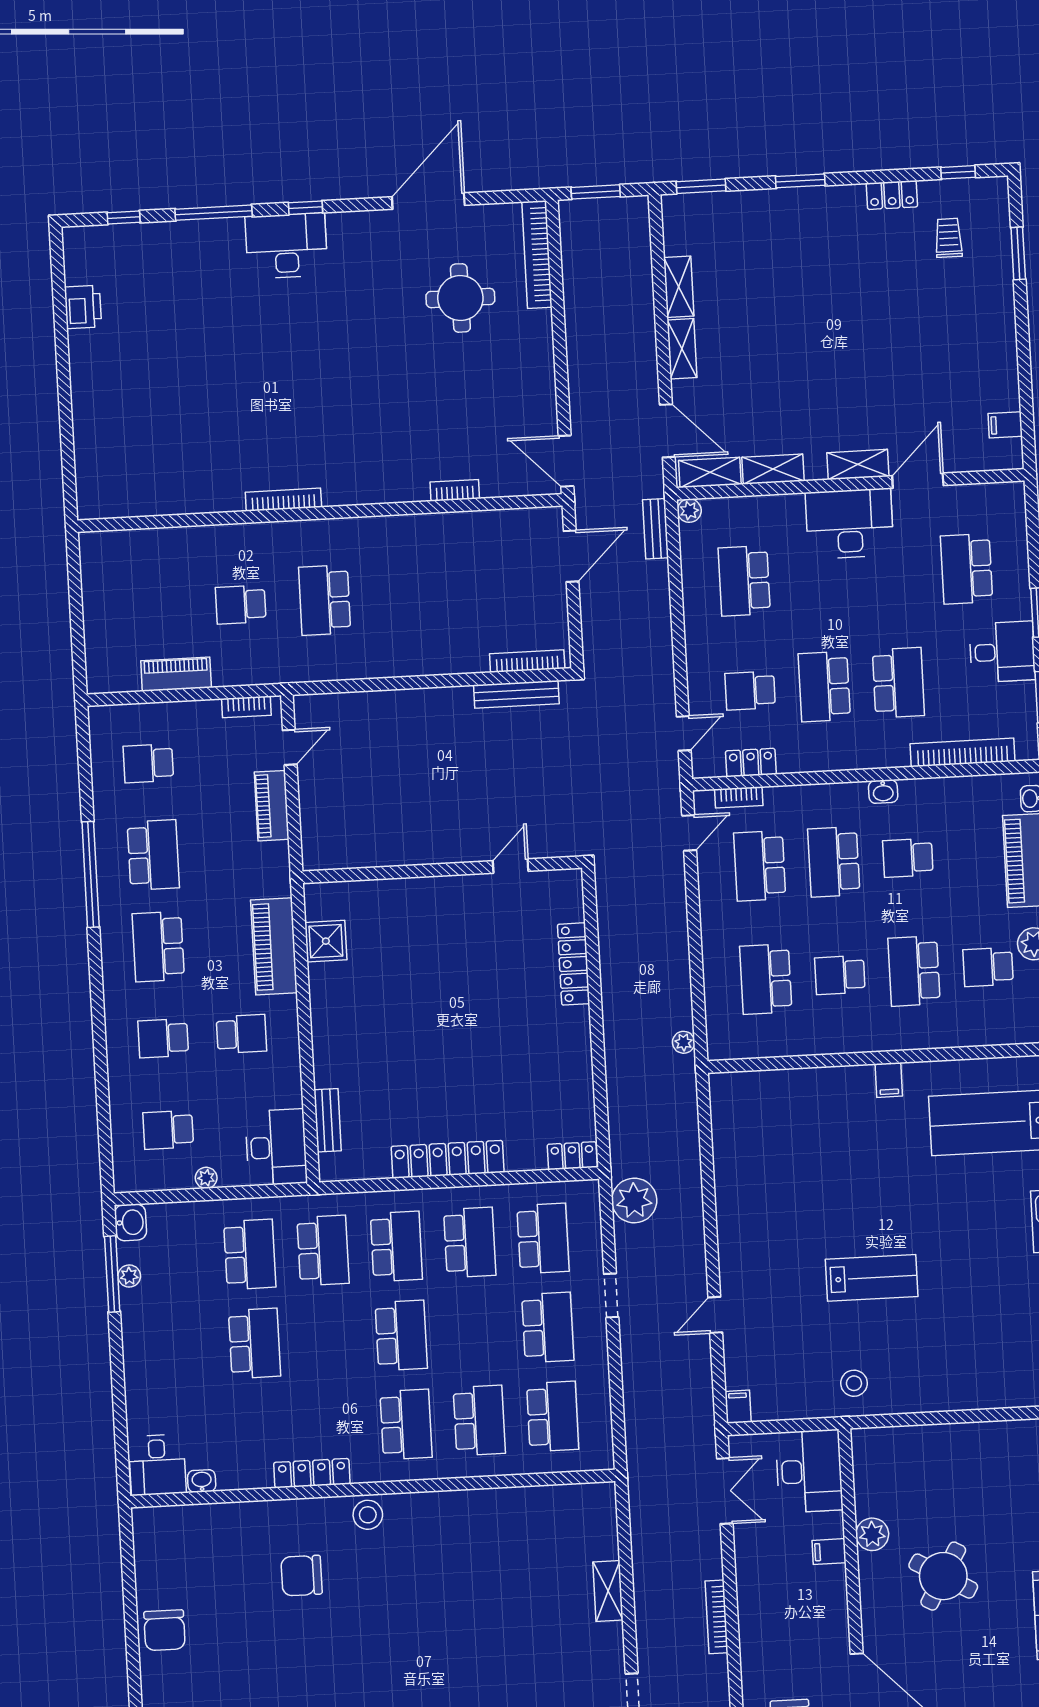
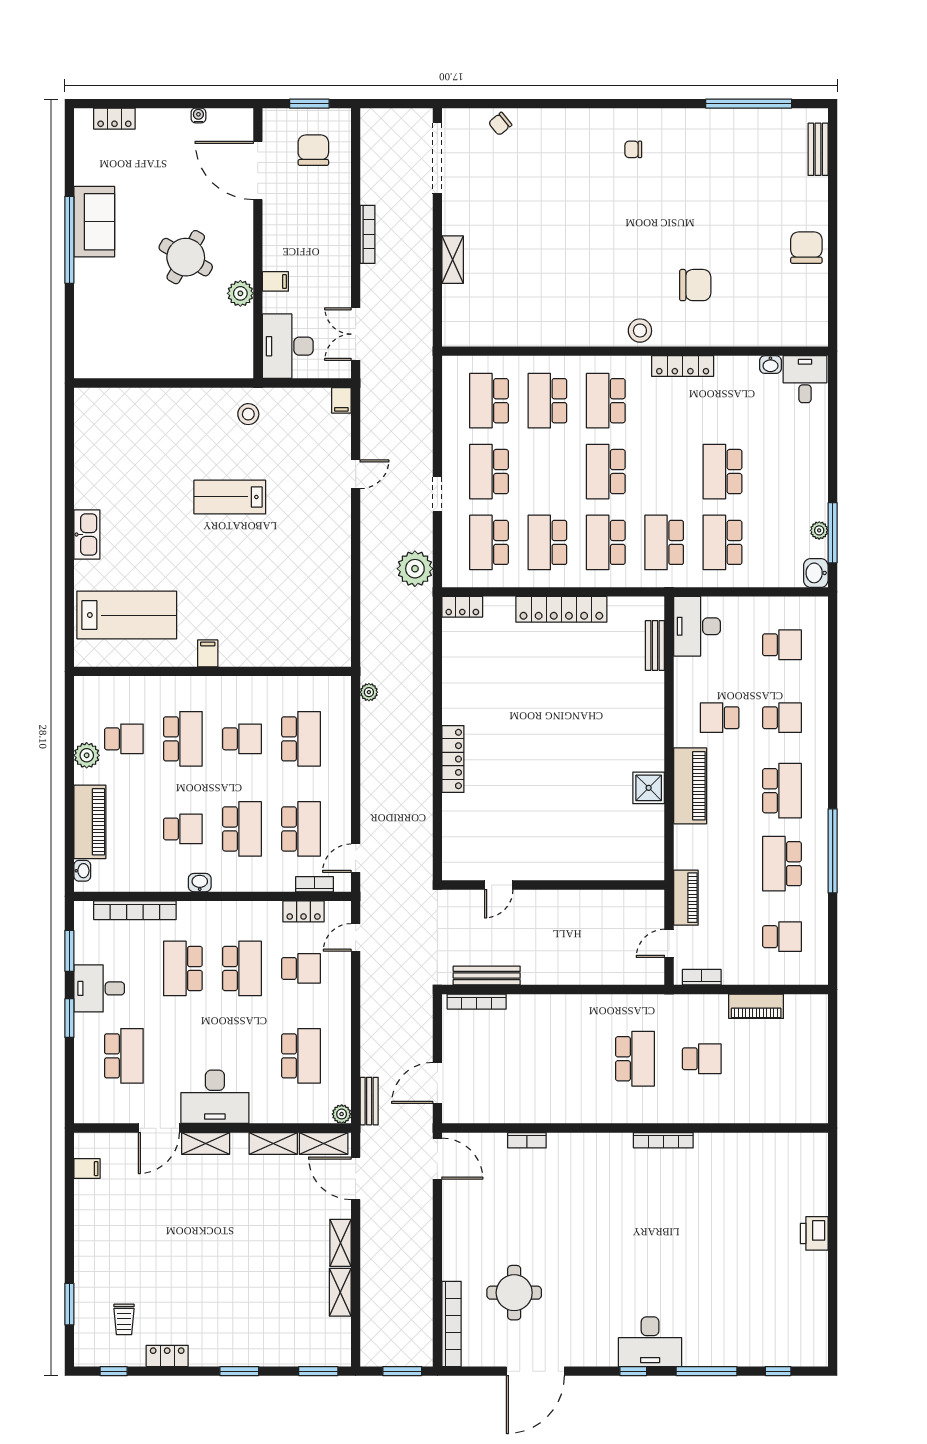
printer: (83, 307) -> (814, 1233), moved
door: (511, 866) -> (499, 885), moved
wall: (442, 870) -> (553, 885), moved
plant: (206, 1178) -> (754, 605), removed

